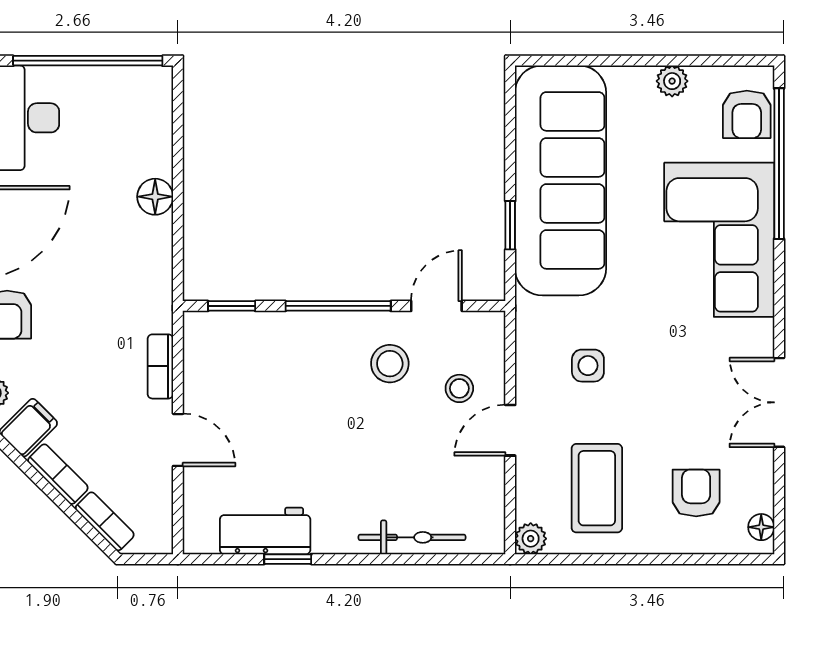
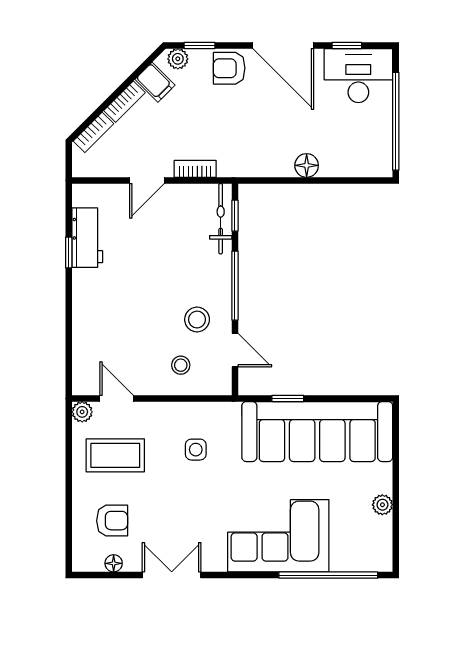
armchair: (747, 114) -> (361, 554), removed
door: (510, 430) -> (117, 398), moved
floor lamp: (761, 527) -> (114, 563), moved
bicycle: (412, 537) -> (221, 219), moved, turned 180

